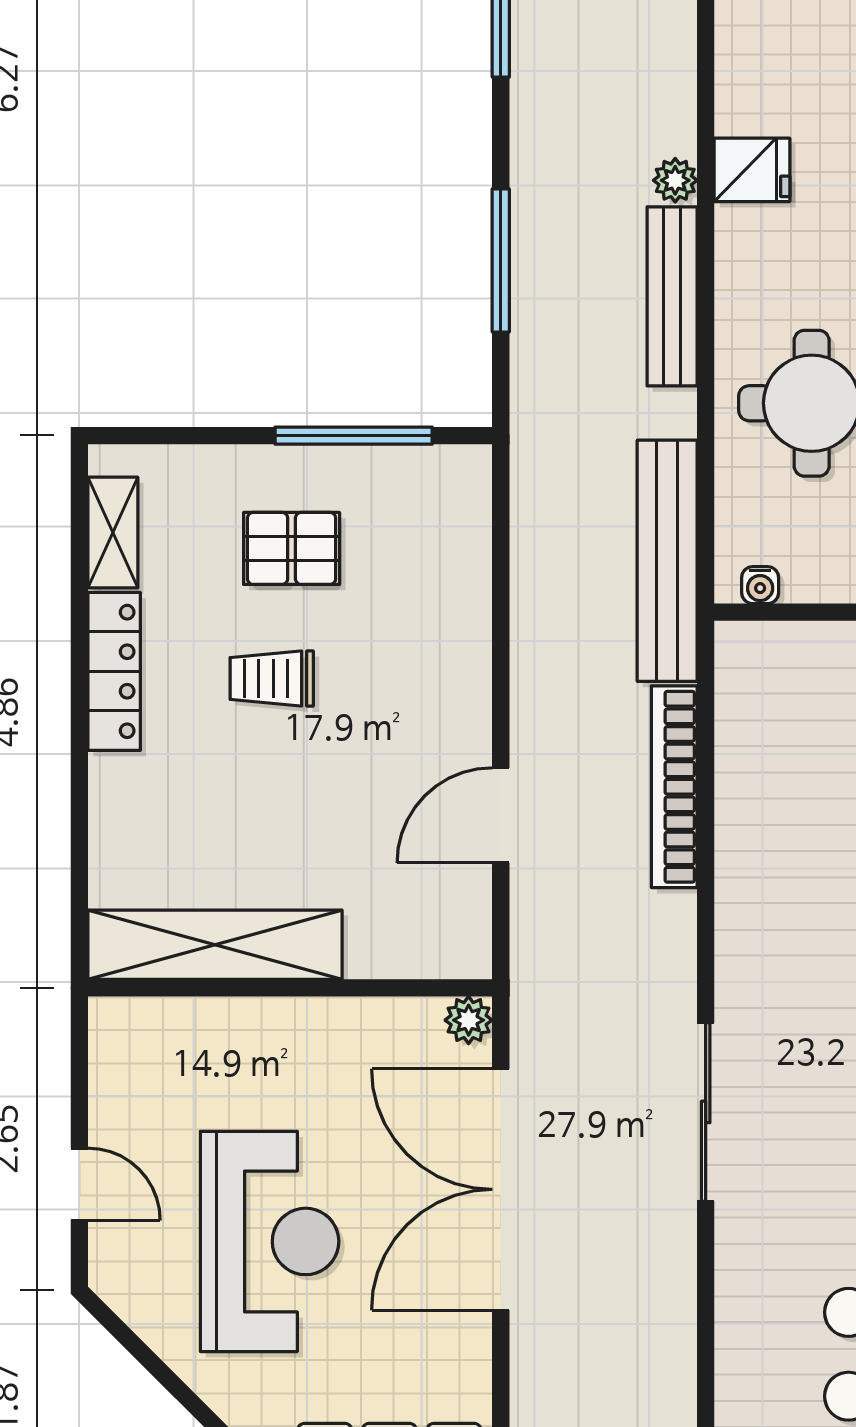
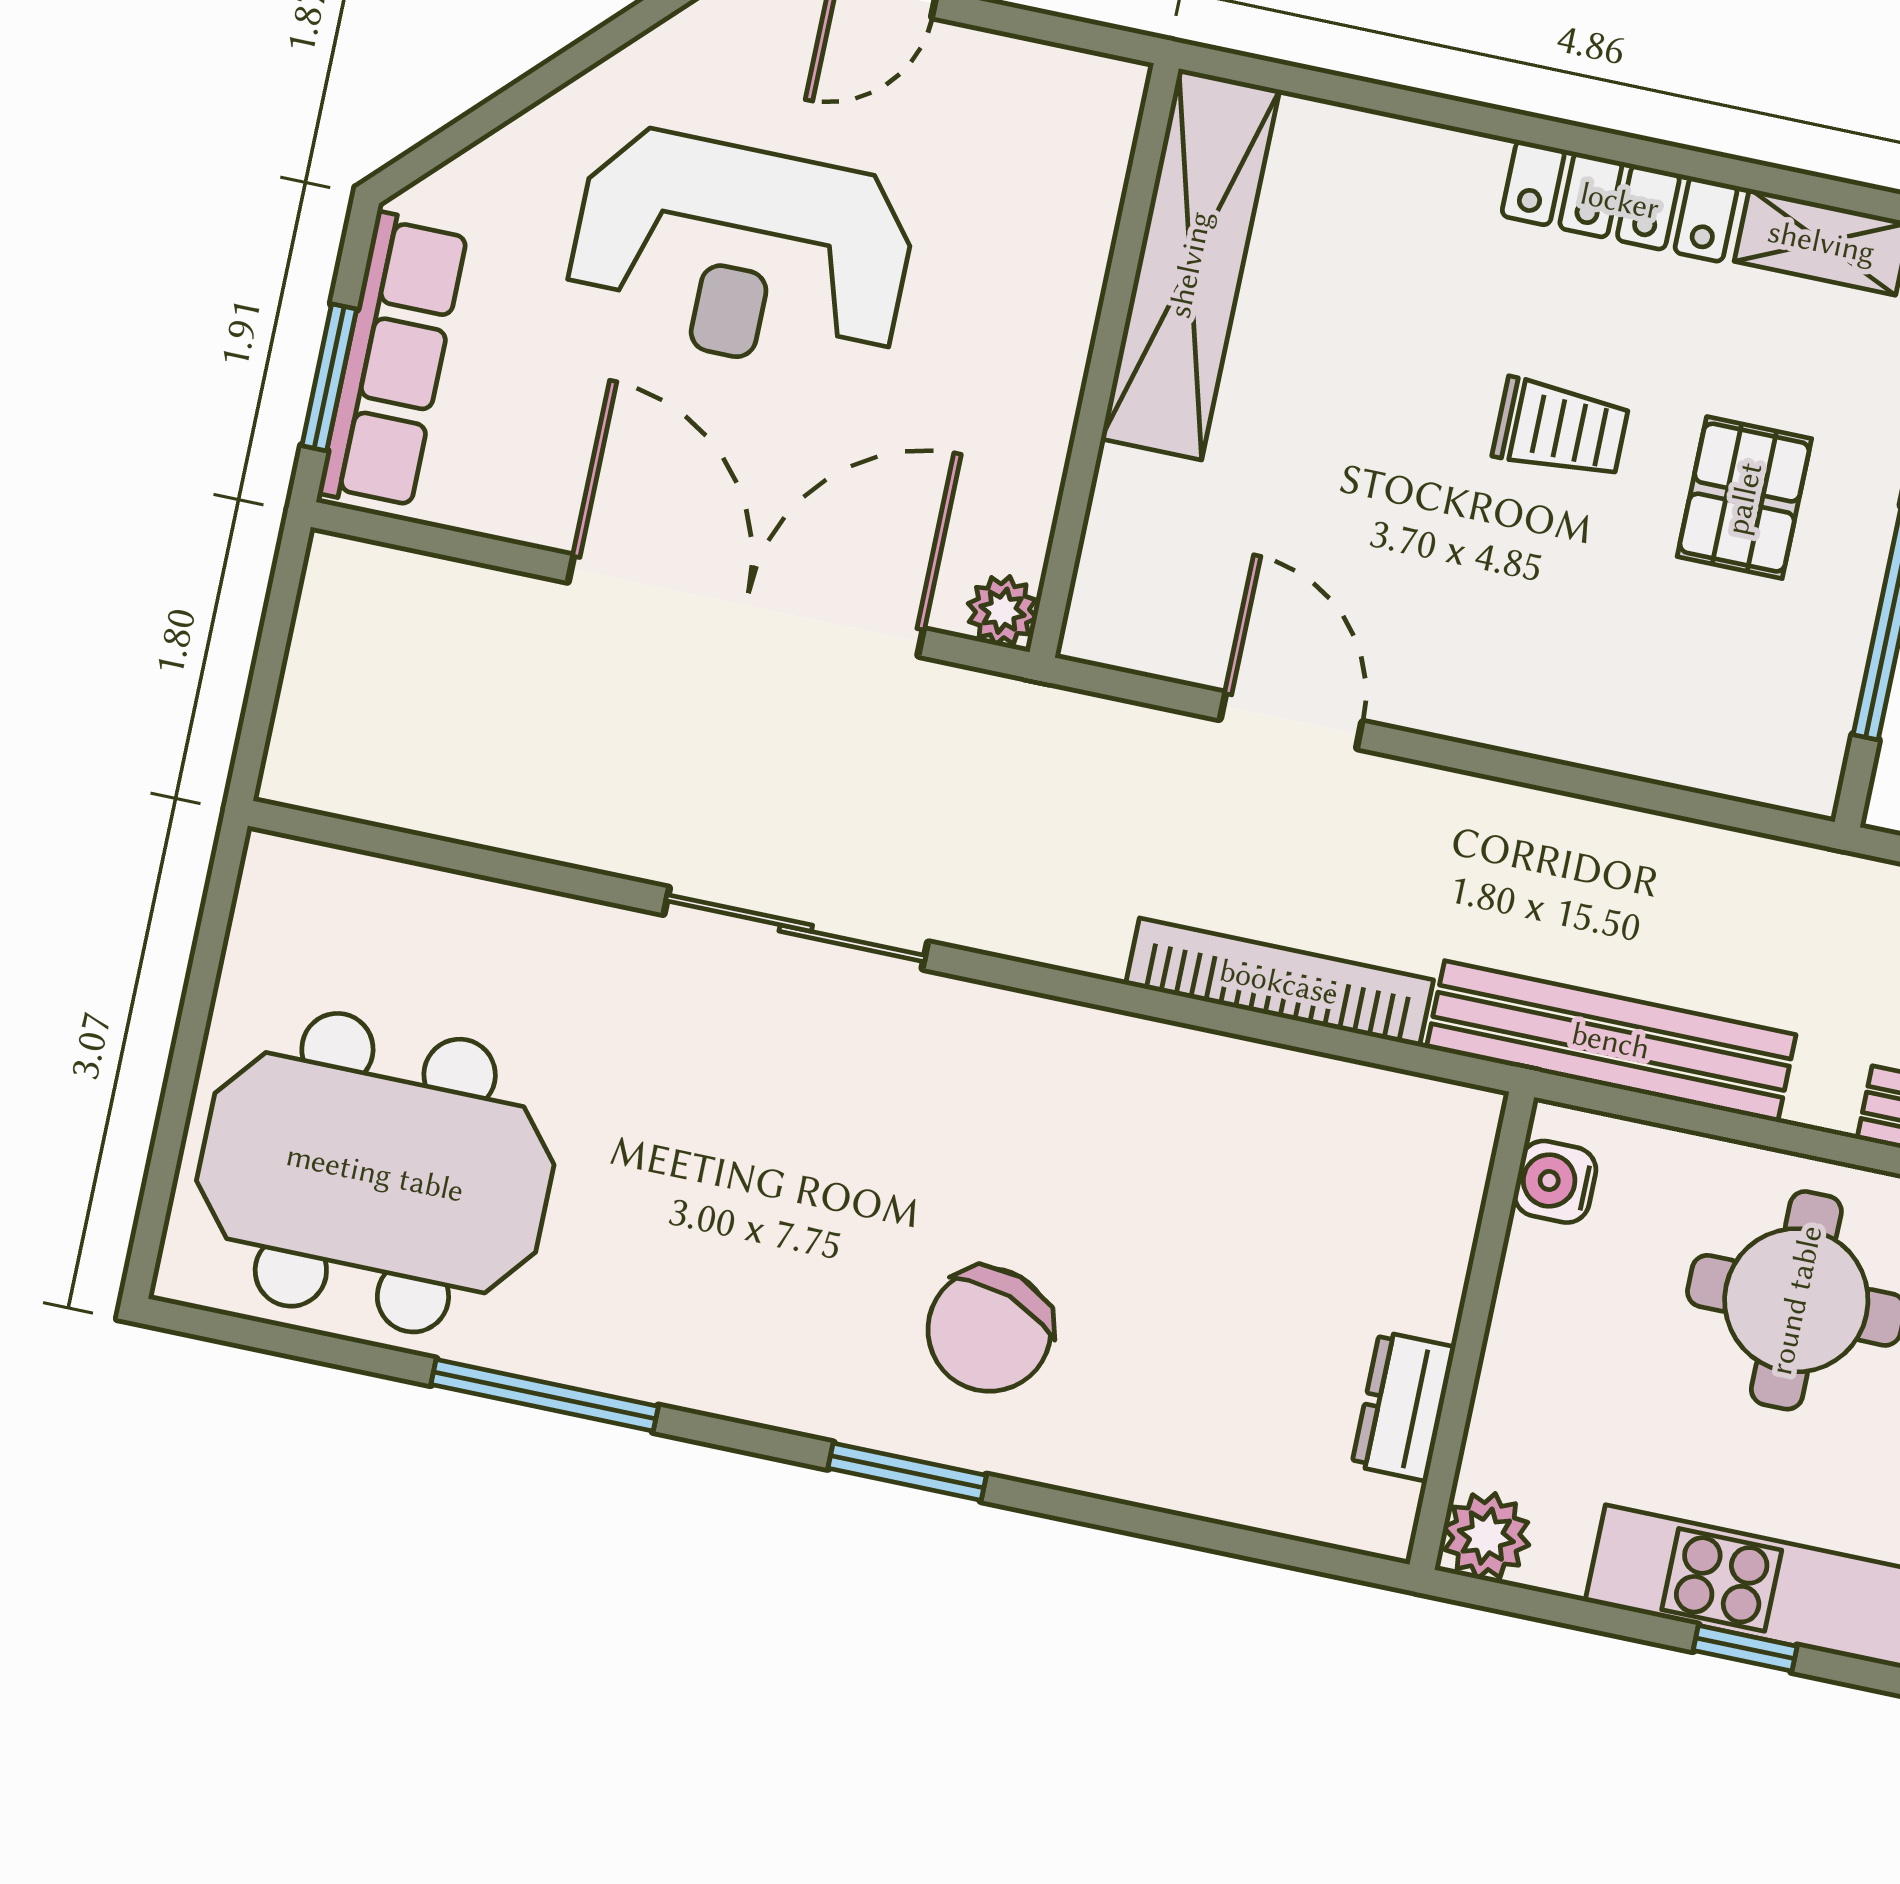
water cooler: (760, 585) -> (1555, 1182), width x1.38, depth x1.38
trolley: (272, 679) -> (1561, 429), turned 90

